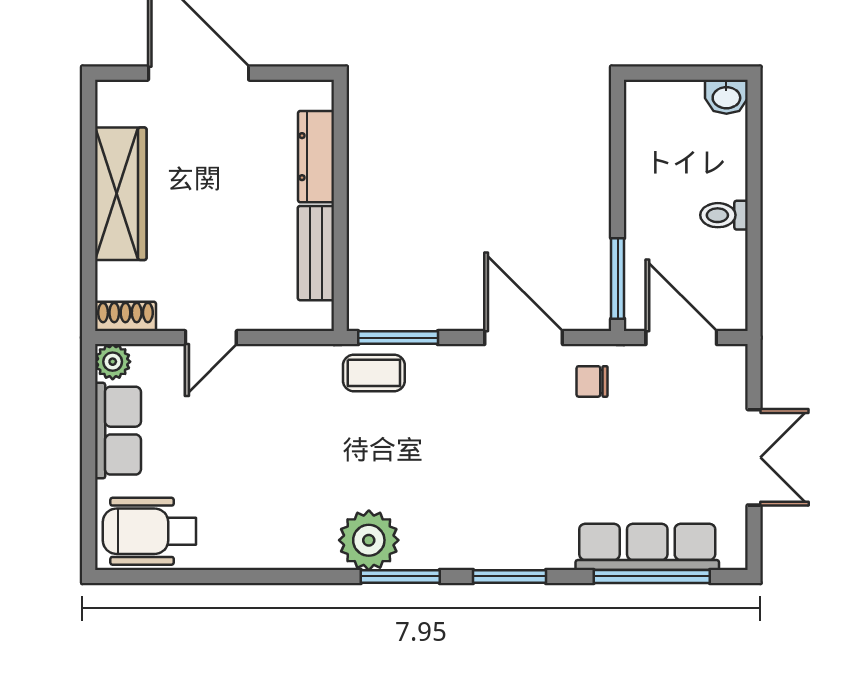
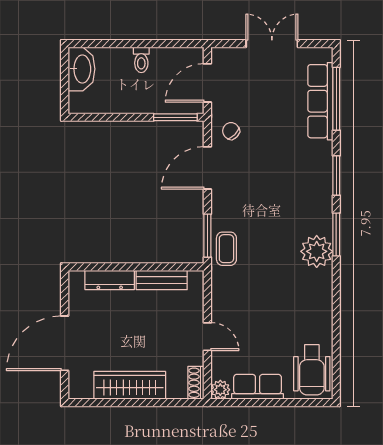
washbasin: (726, 97) -> (82, 69), width x1.91, depth x1.45
chair: (592, 381) -> (231, 131), turned 135

